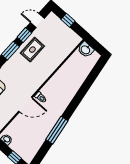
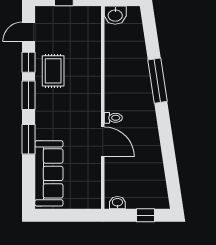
door: (26, 104) -> (103, 142), hinge flipped
window: (57, 130) -> (157, 81), moved

